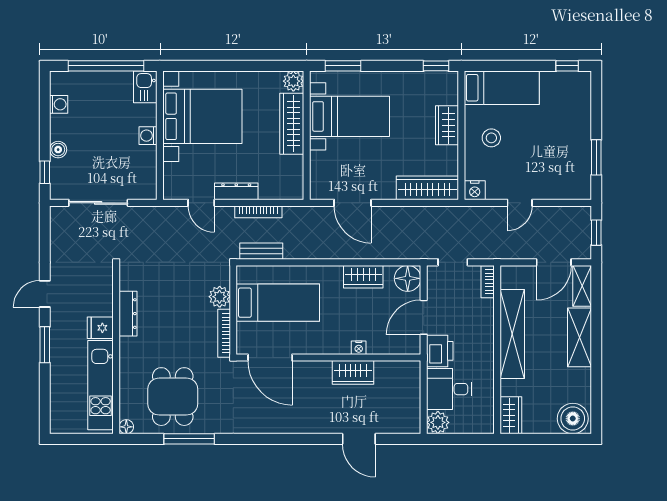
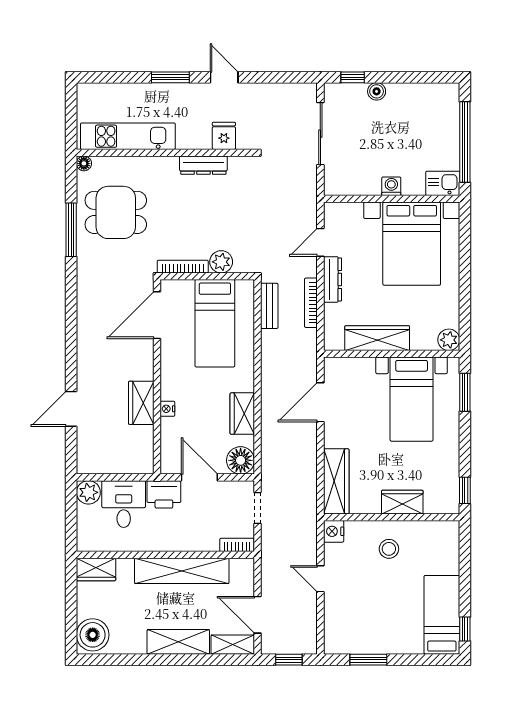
bed: (502, 88) -> (442, 615), moved, turned 180
washing machine: (59, 104) -> (424, 92), removed
wardrobe: (292, 124) -> (377, 338), moved
fridge: (100, 328) -> (224, 136), moved

